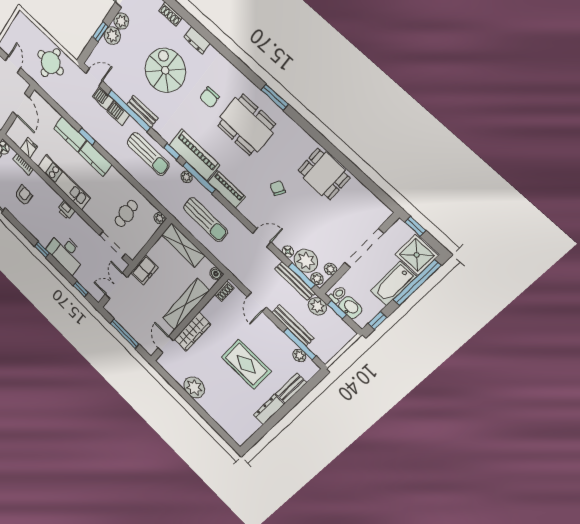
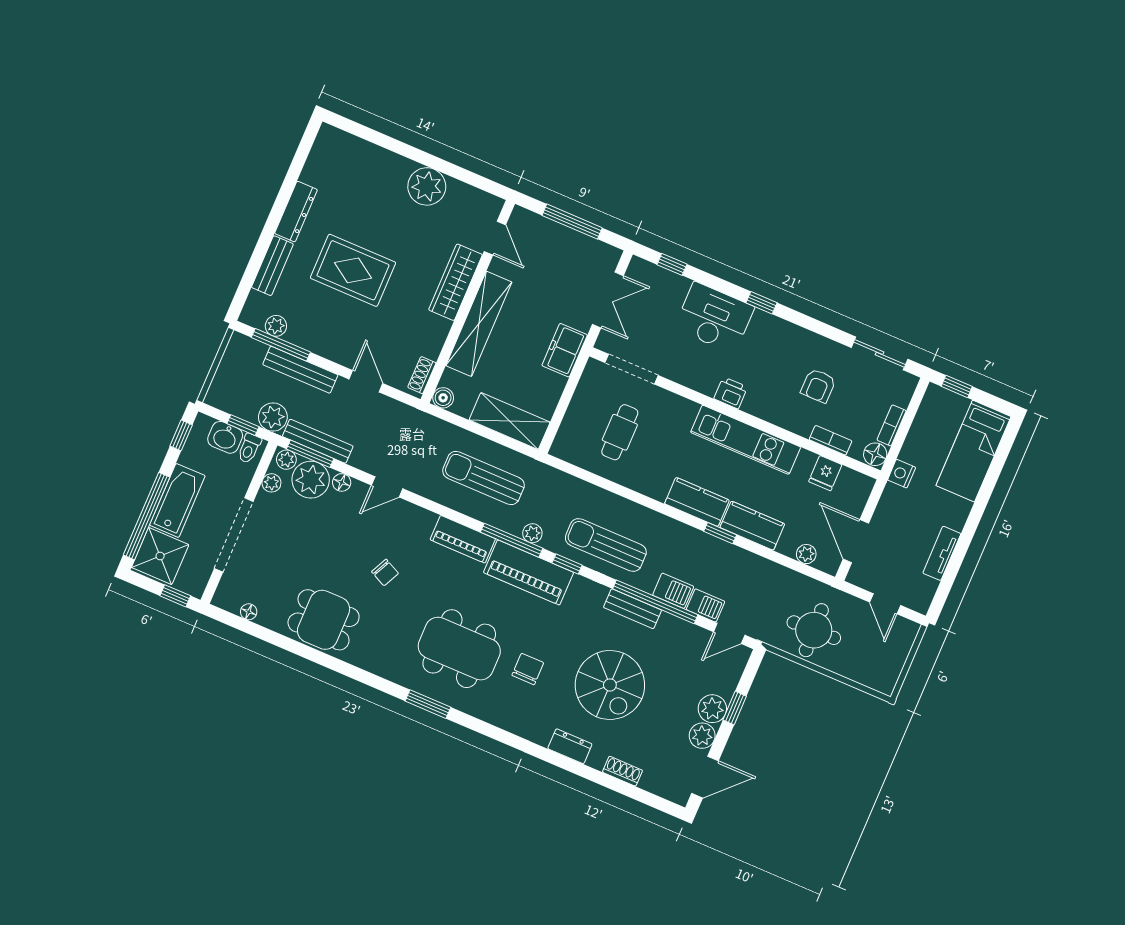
floor lamp: (370, 198) -> (249, 612), added
plant: (160, 218) -> (806, 554), moved

